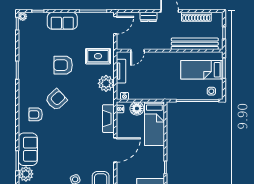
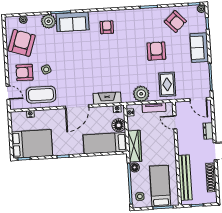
wardrobe: (159, 93) -> (135, 146), added
floor lamp: (181, 95) -> (135, 167), added
armchair: (56, 100) -> (175, 21), moved
door: (115, 150) -> (77, 107), hinge flipped

